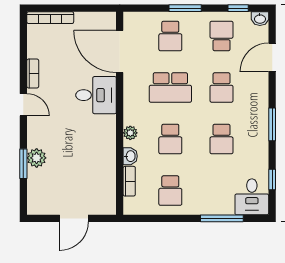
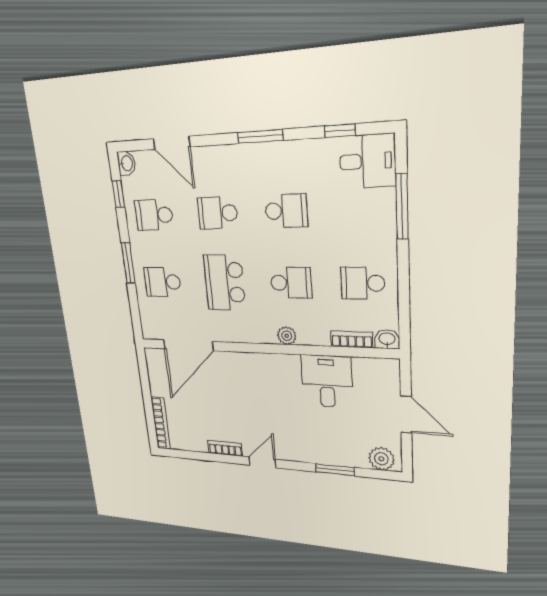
school desk: (170, 36) -> (162, 282), turned 180
school desk: (170, 88) -> (225, 282), turned 180
school desk: (221, 88) -> (218, 213), turned 180
desk: (96, 95) -> (327, 381), moved
washbasin: (130, 156) -> (387, 339), moved
plant: (37, 158) -> (381, 459), moved
school desk: (170, 191) -> (363, 283), turned 180

